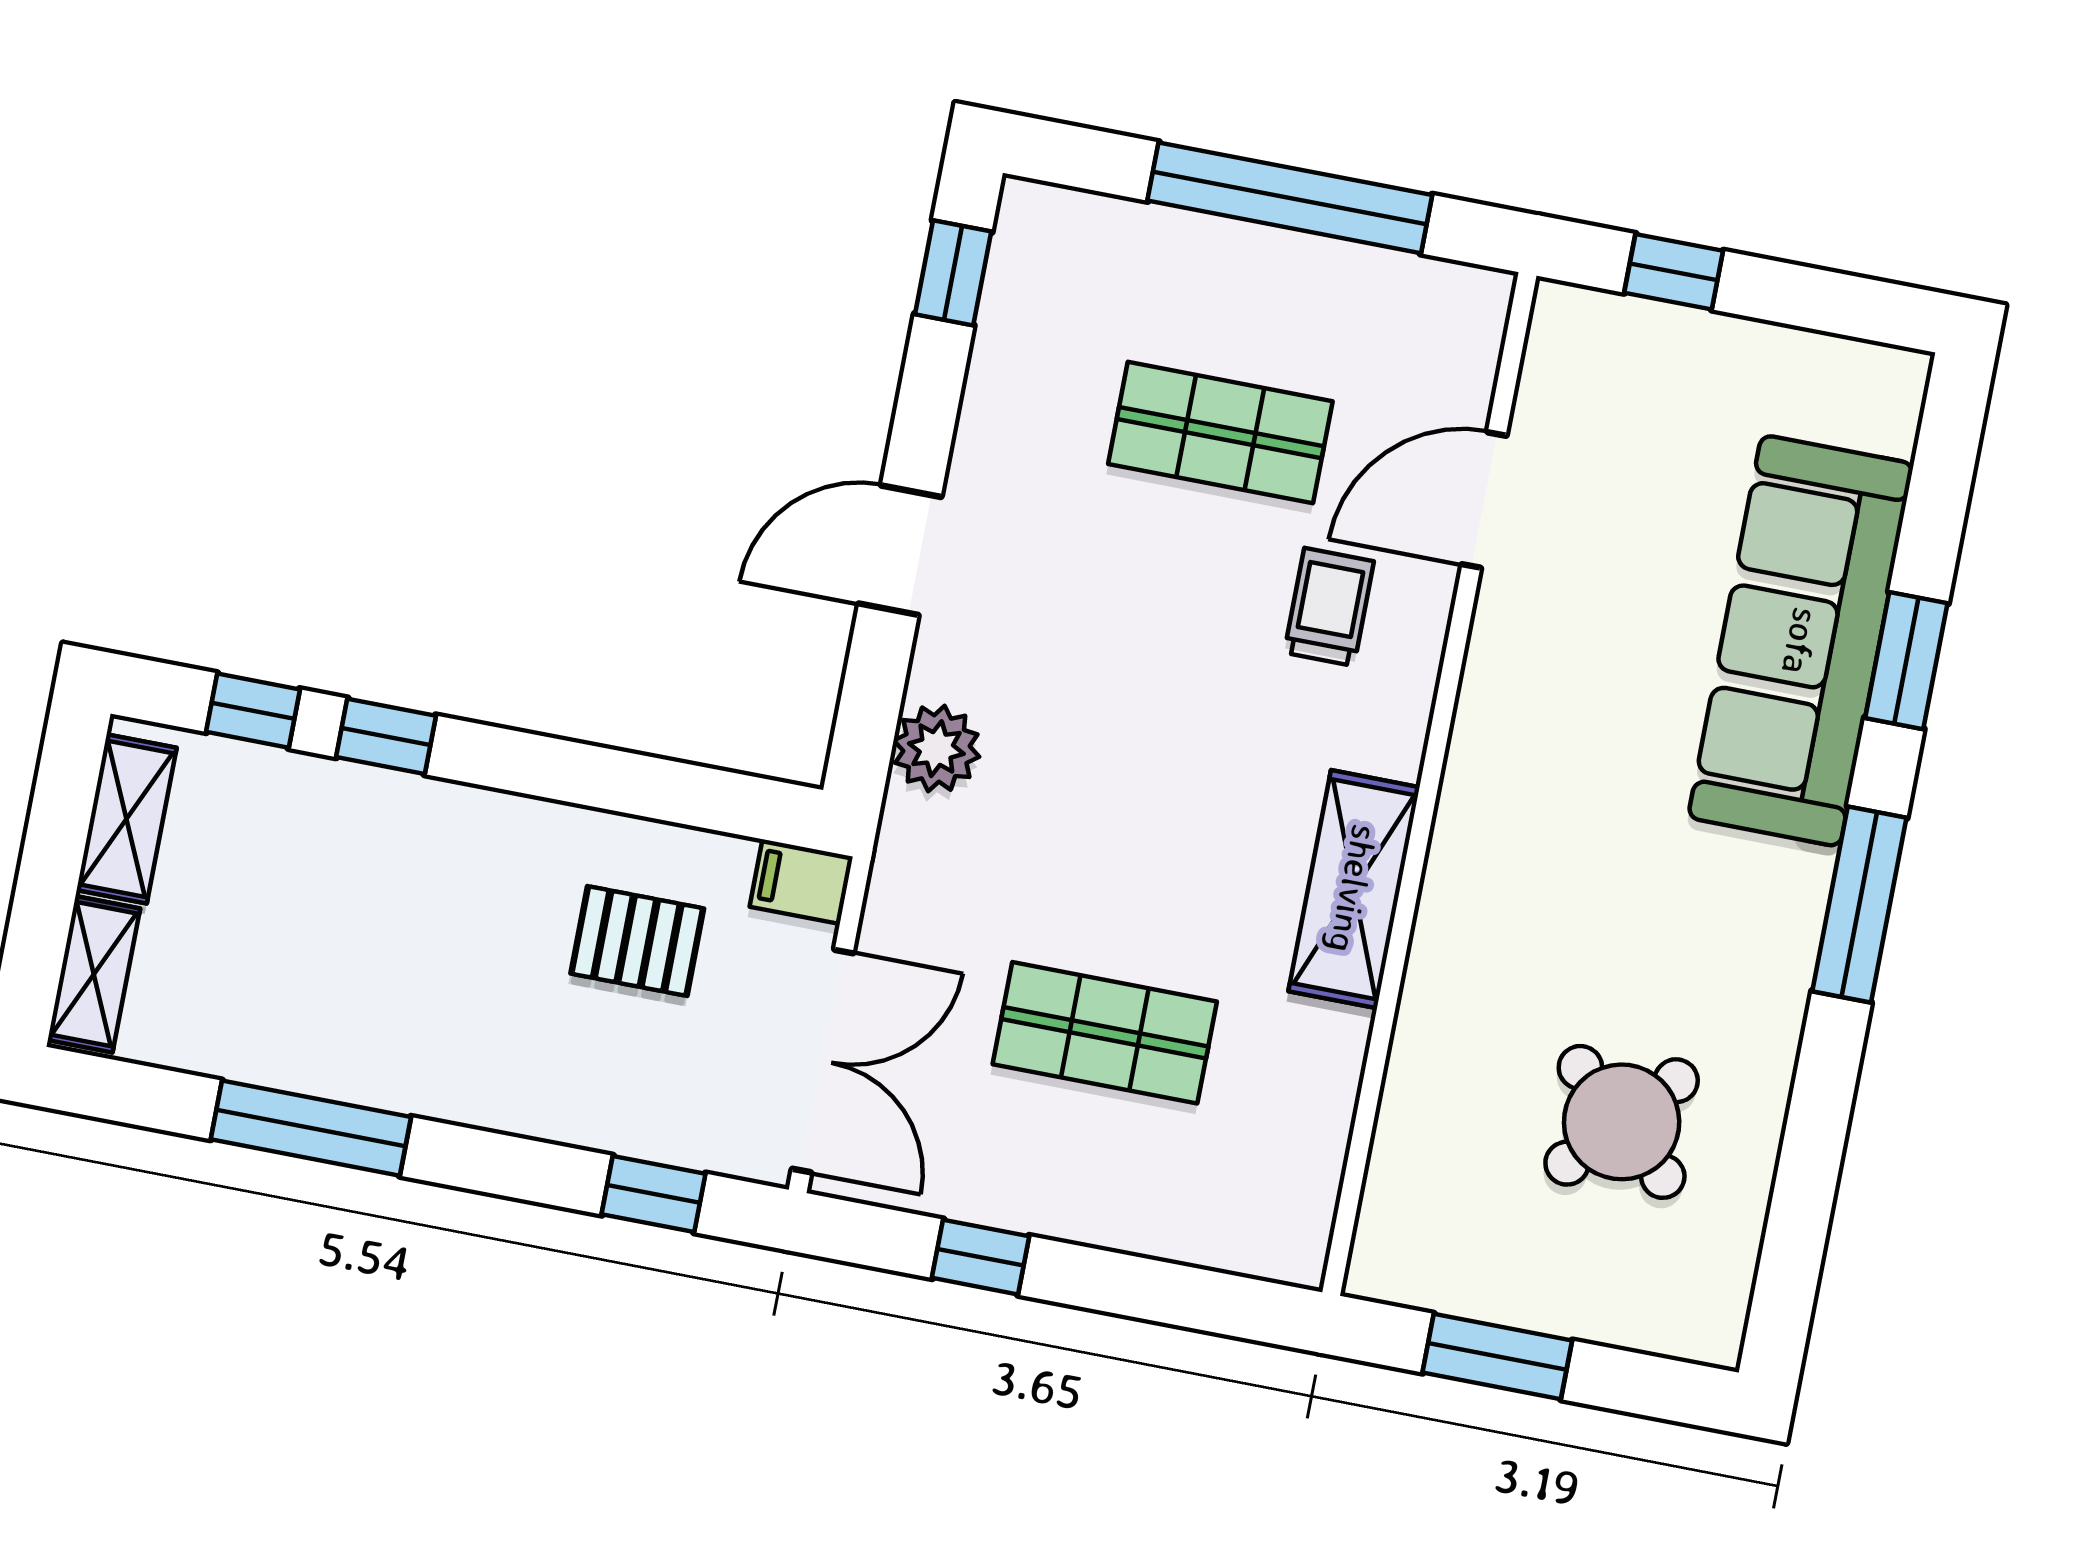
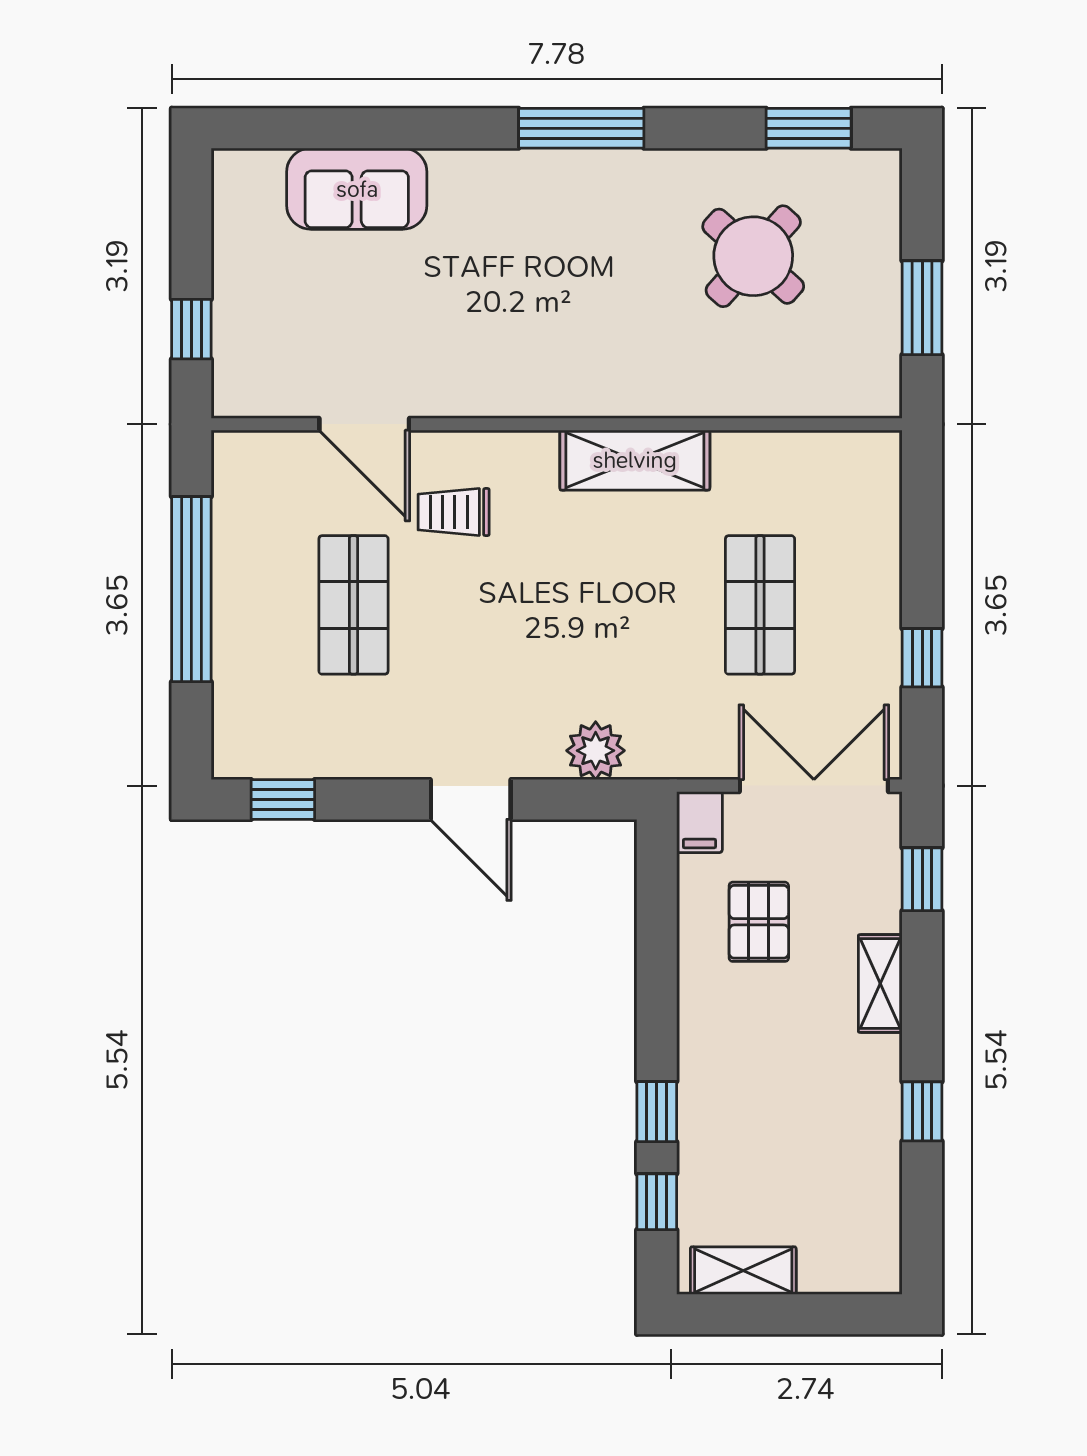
sofa: (1801, 641) -> (357, 189), width x0.54, depth x0.79
window: (1906, 661) -> (809, 128), moved
shelving: (94, 974) -> (880, 984), moved, turned 90
window: (311, 1128) -> (922, 1111), width x0.46

